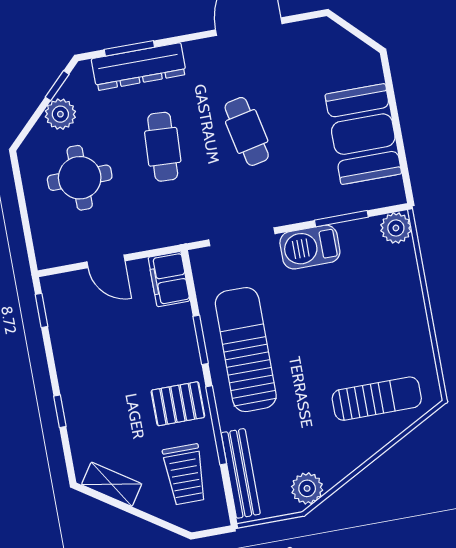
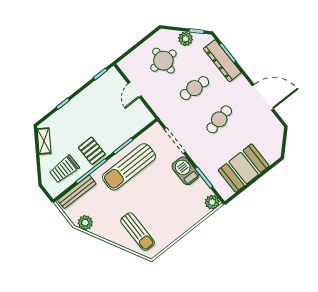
filing cabinet: (169, 279) -> (141, 120), removed
sun lounger: (246, 350) -> (129, 167), turned 180

